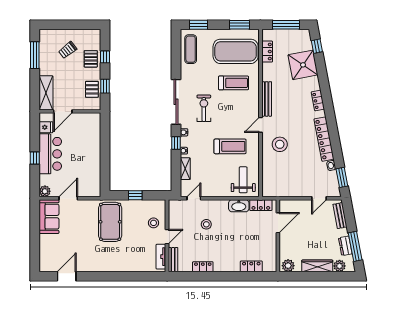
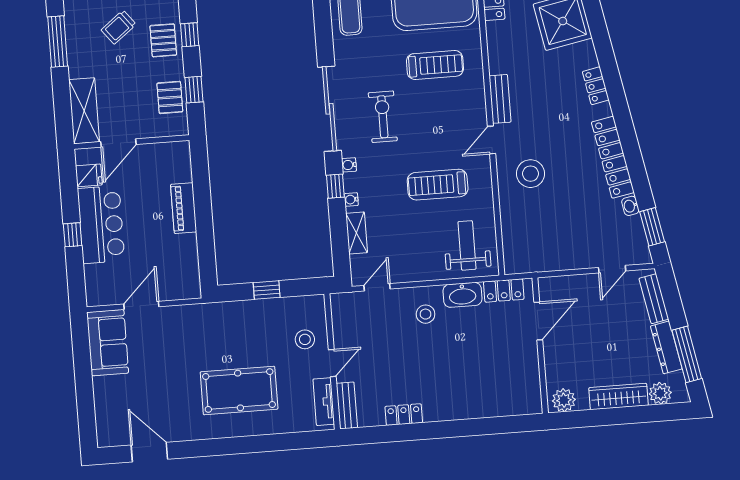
bench: (267, 99) -> (500, 99), width x0.73
treadmill: (230, 146) -> (438, 185), turned 180
piano: (95, 148) -> (184, 208), added
plant: (45, 191) -> (96, 296), removed
pool table: (110, 222) -> (239, 391), moved, turned 90
stool: (206, 224) -> (426, 314), moved
dresser: (345, 246) -> (666, 347), width x1.44
locker: (251, 266) -> (495, 407), removed
door: (67, 276) -> (149, 452), hinge flipped

